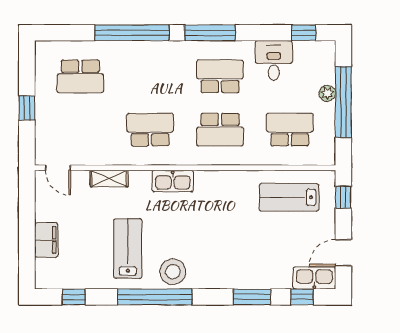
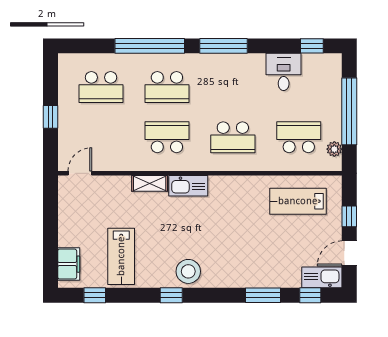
school desk: (220, 76) -> (167, 87), moved, turned 180
plant: (327, 93) -> (334, 149), moved
door: (58, 168) -> (80, 173), swing flipped
shelving: (109, 179) -> (150, 183), moved
window: (343, 197) -> (349, 216), moved
filing cabinet: (46, 240) -> (69, 264), moved
lab bench: (128, 249) -> (121, 256), moved, turned 180
window: (155, 297) -> (171, 295), width x0.32

